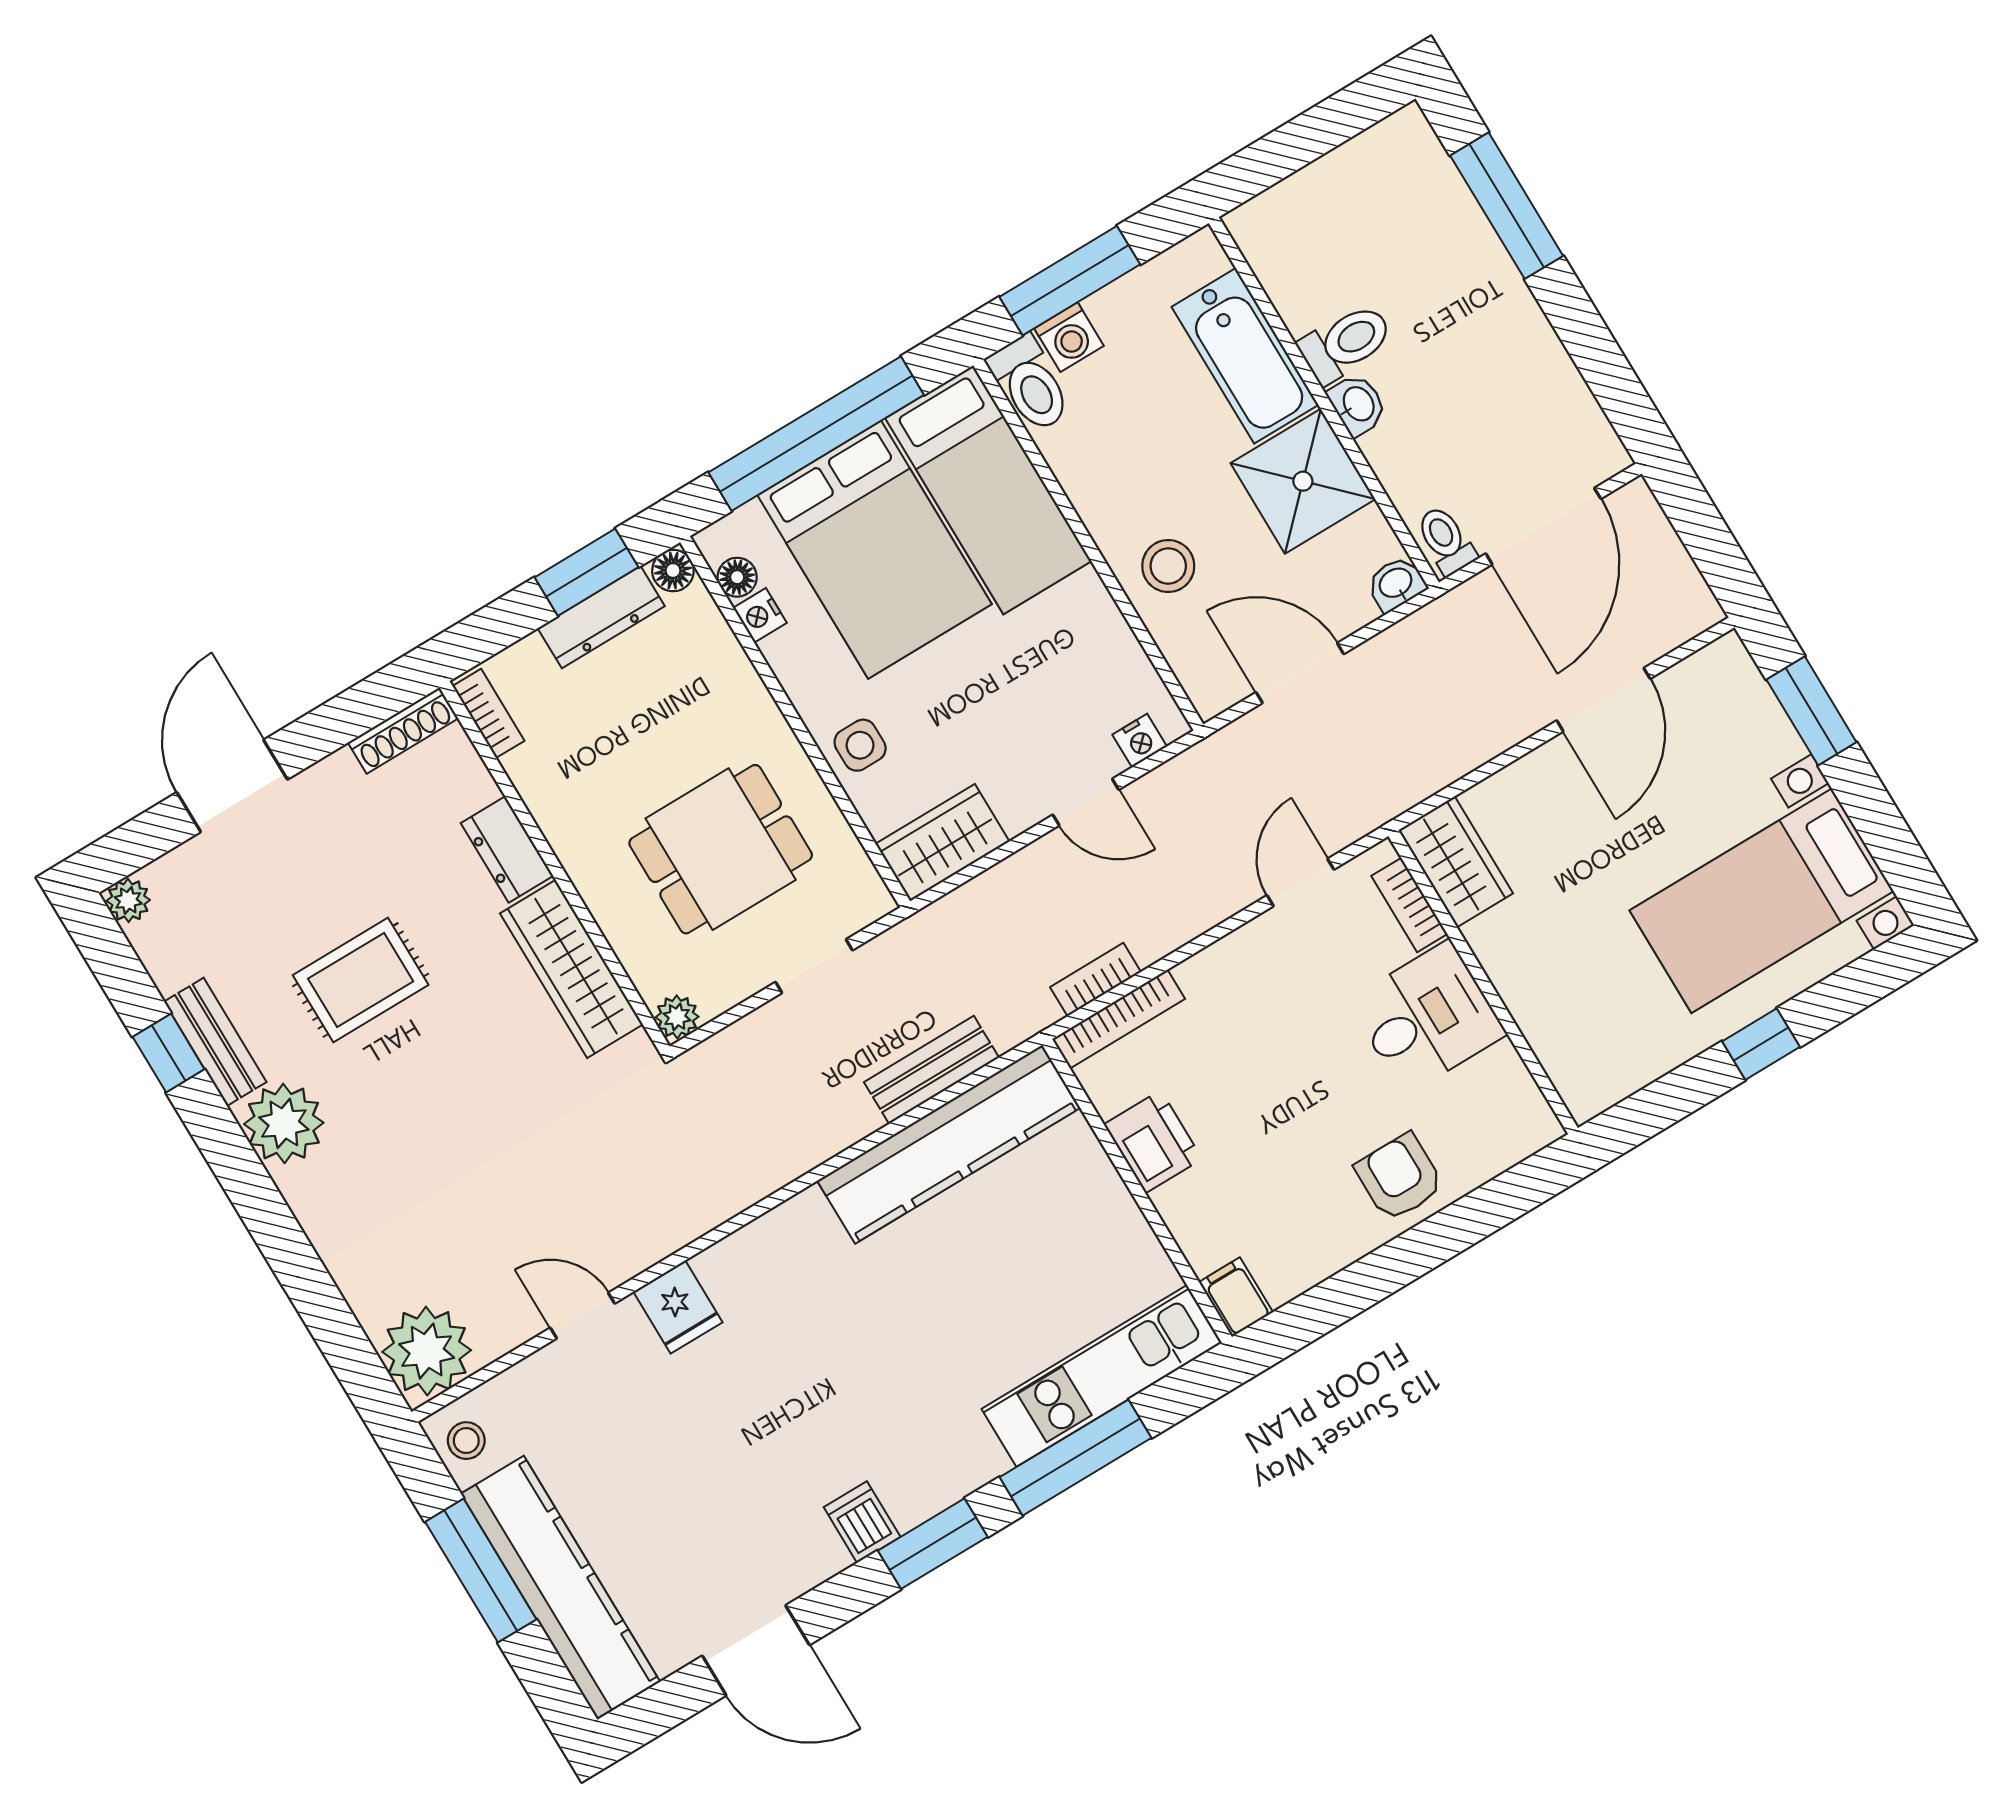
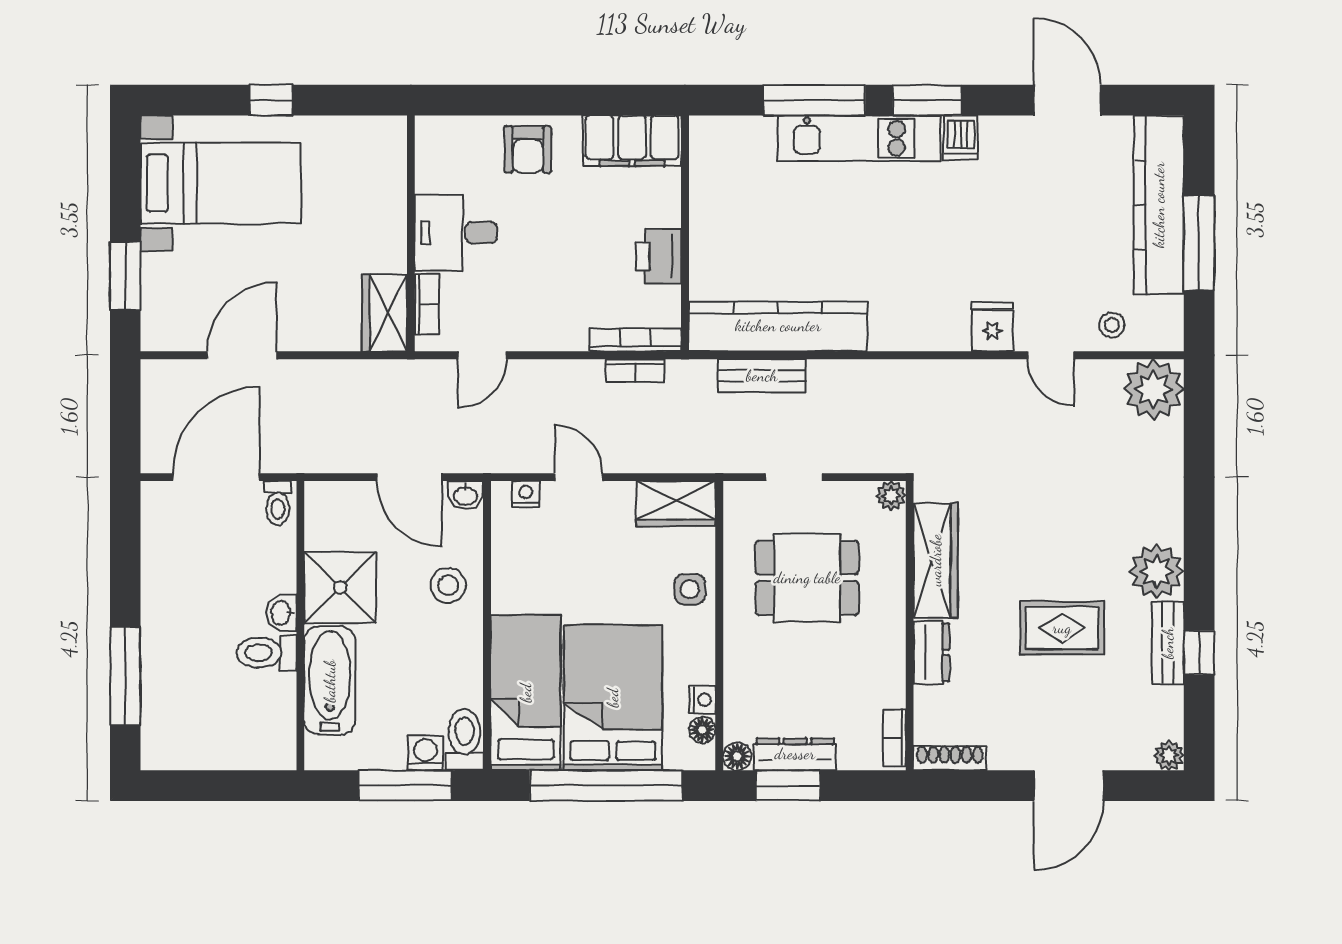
washbasin: (1396, 584) -> (465, 495), moved
filing cabinet: (1236, 1297) -> (632, 141), width x3.00, depth x1.17
kitchen unit: (1102, 1376) -> (859, 138), moved
stool: (466, 1441) -> (1112, 325), moved

